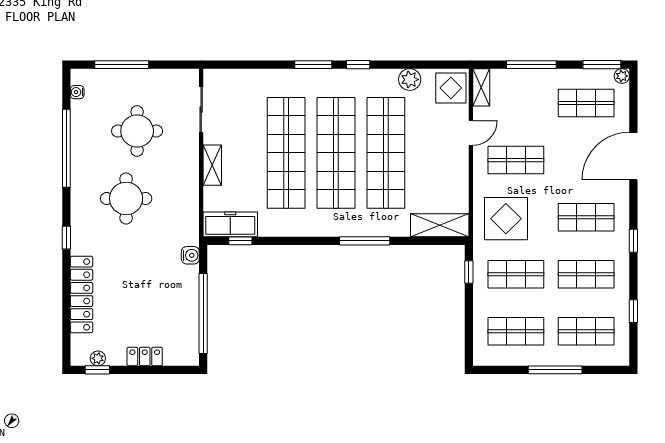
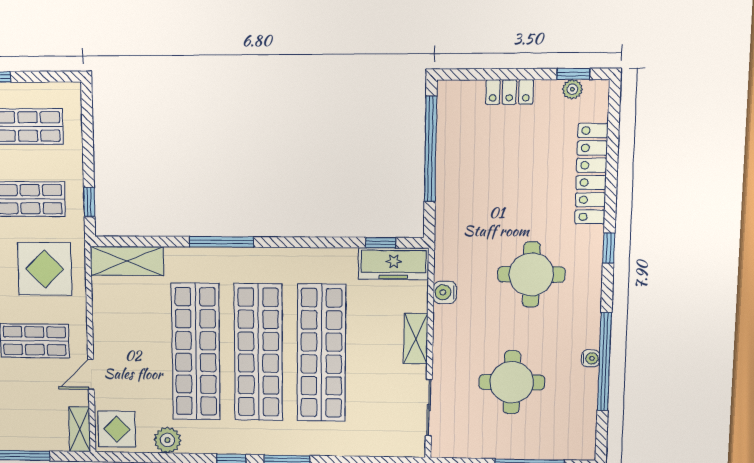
water cooler: (77, 92) -> (591, 358), moved
round table: (126, 198) -> (531, 274), moved
water cooler: (190, 255) -> (445, 292), moved

